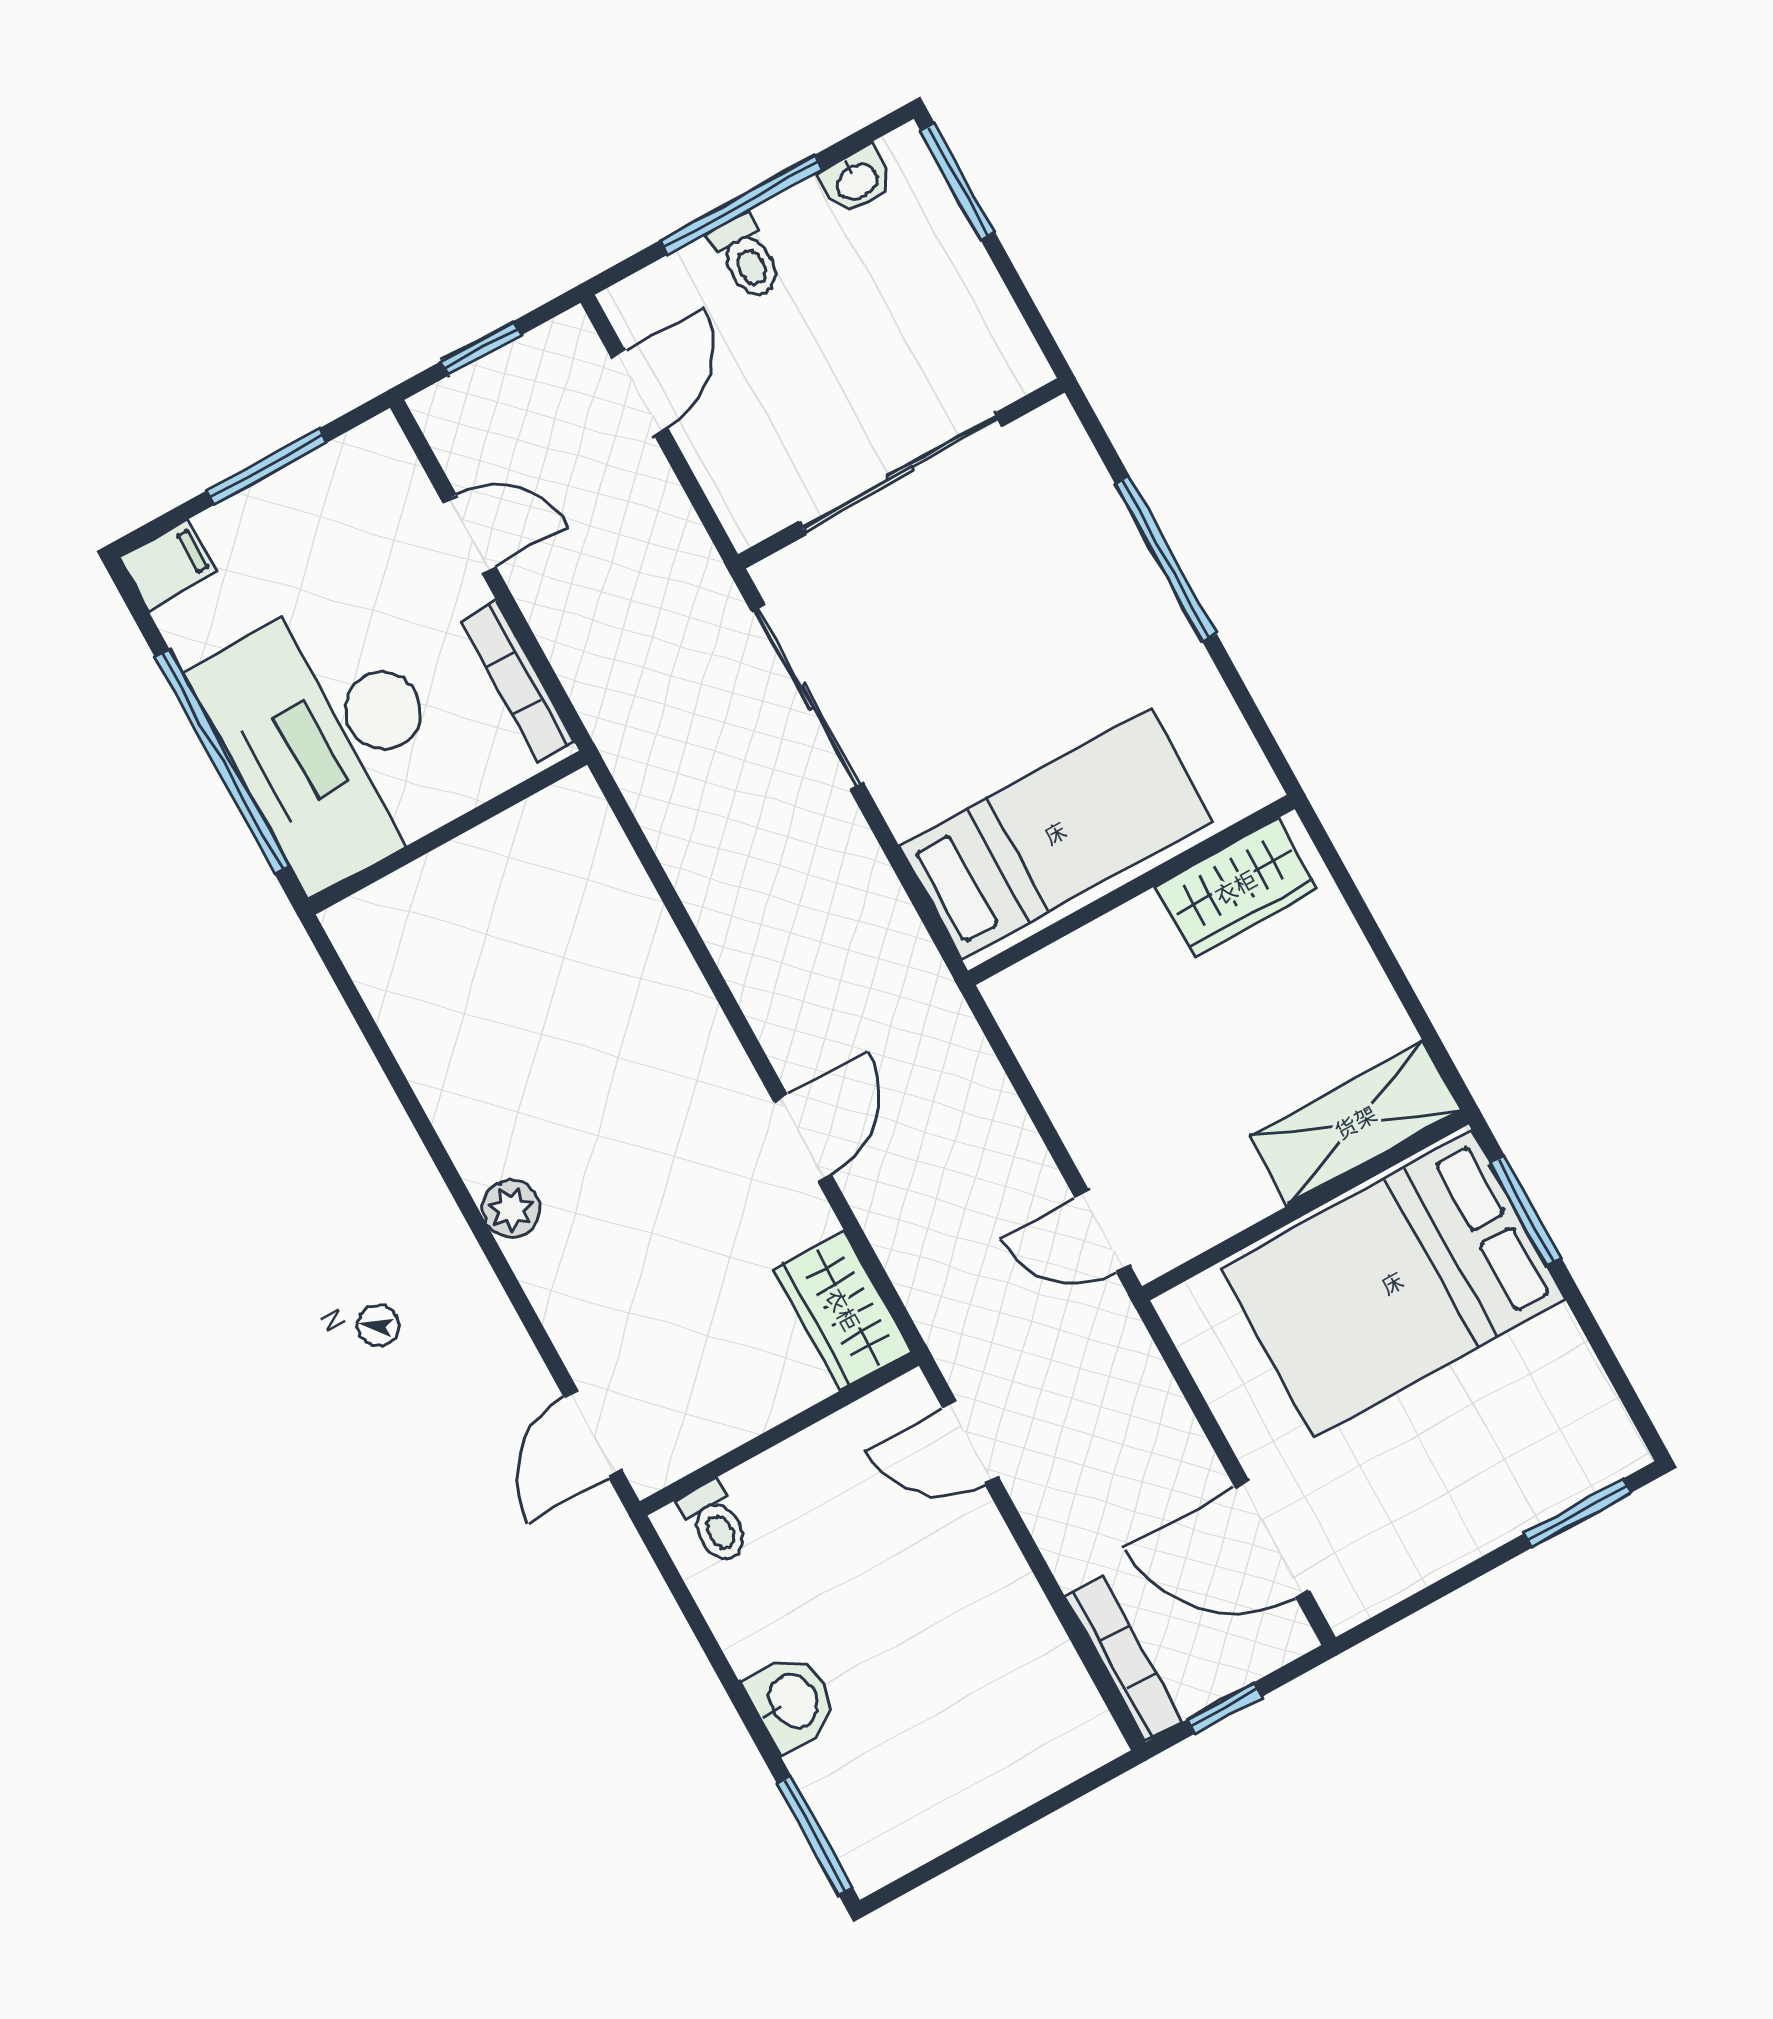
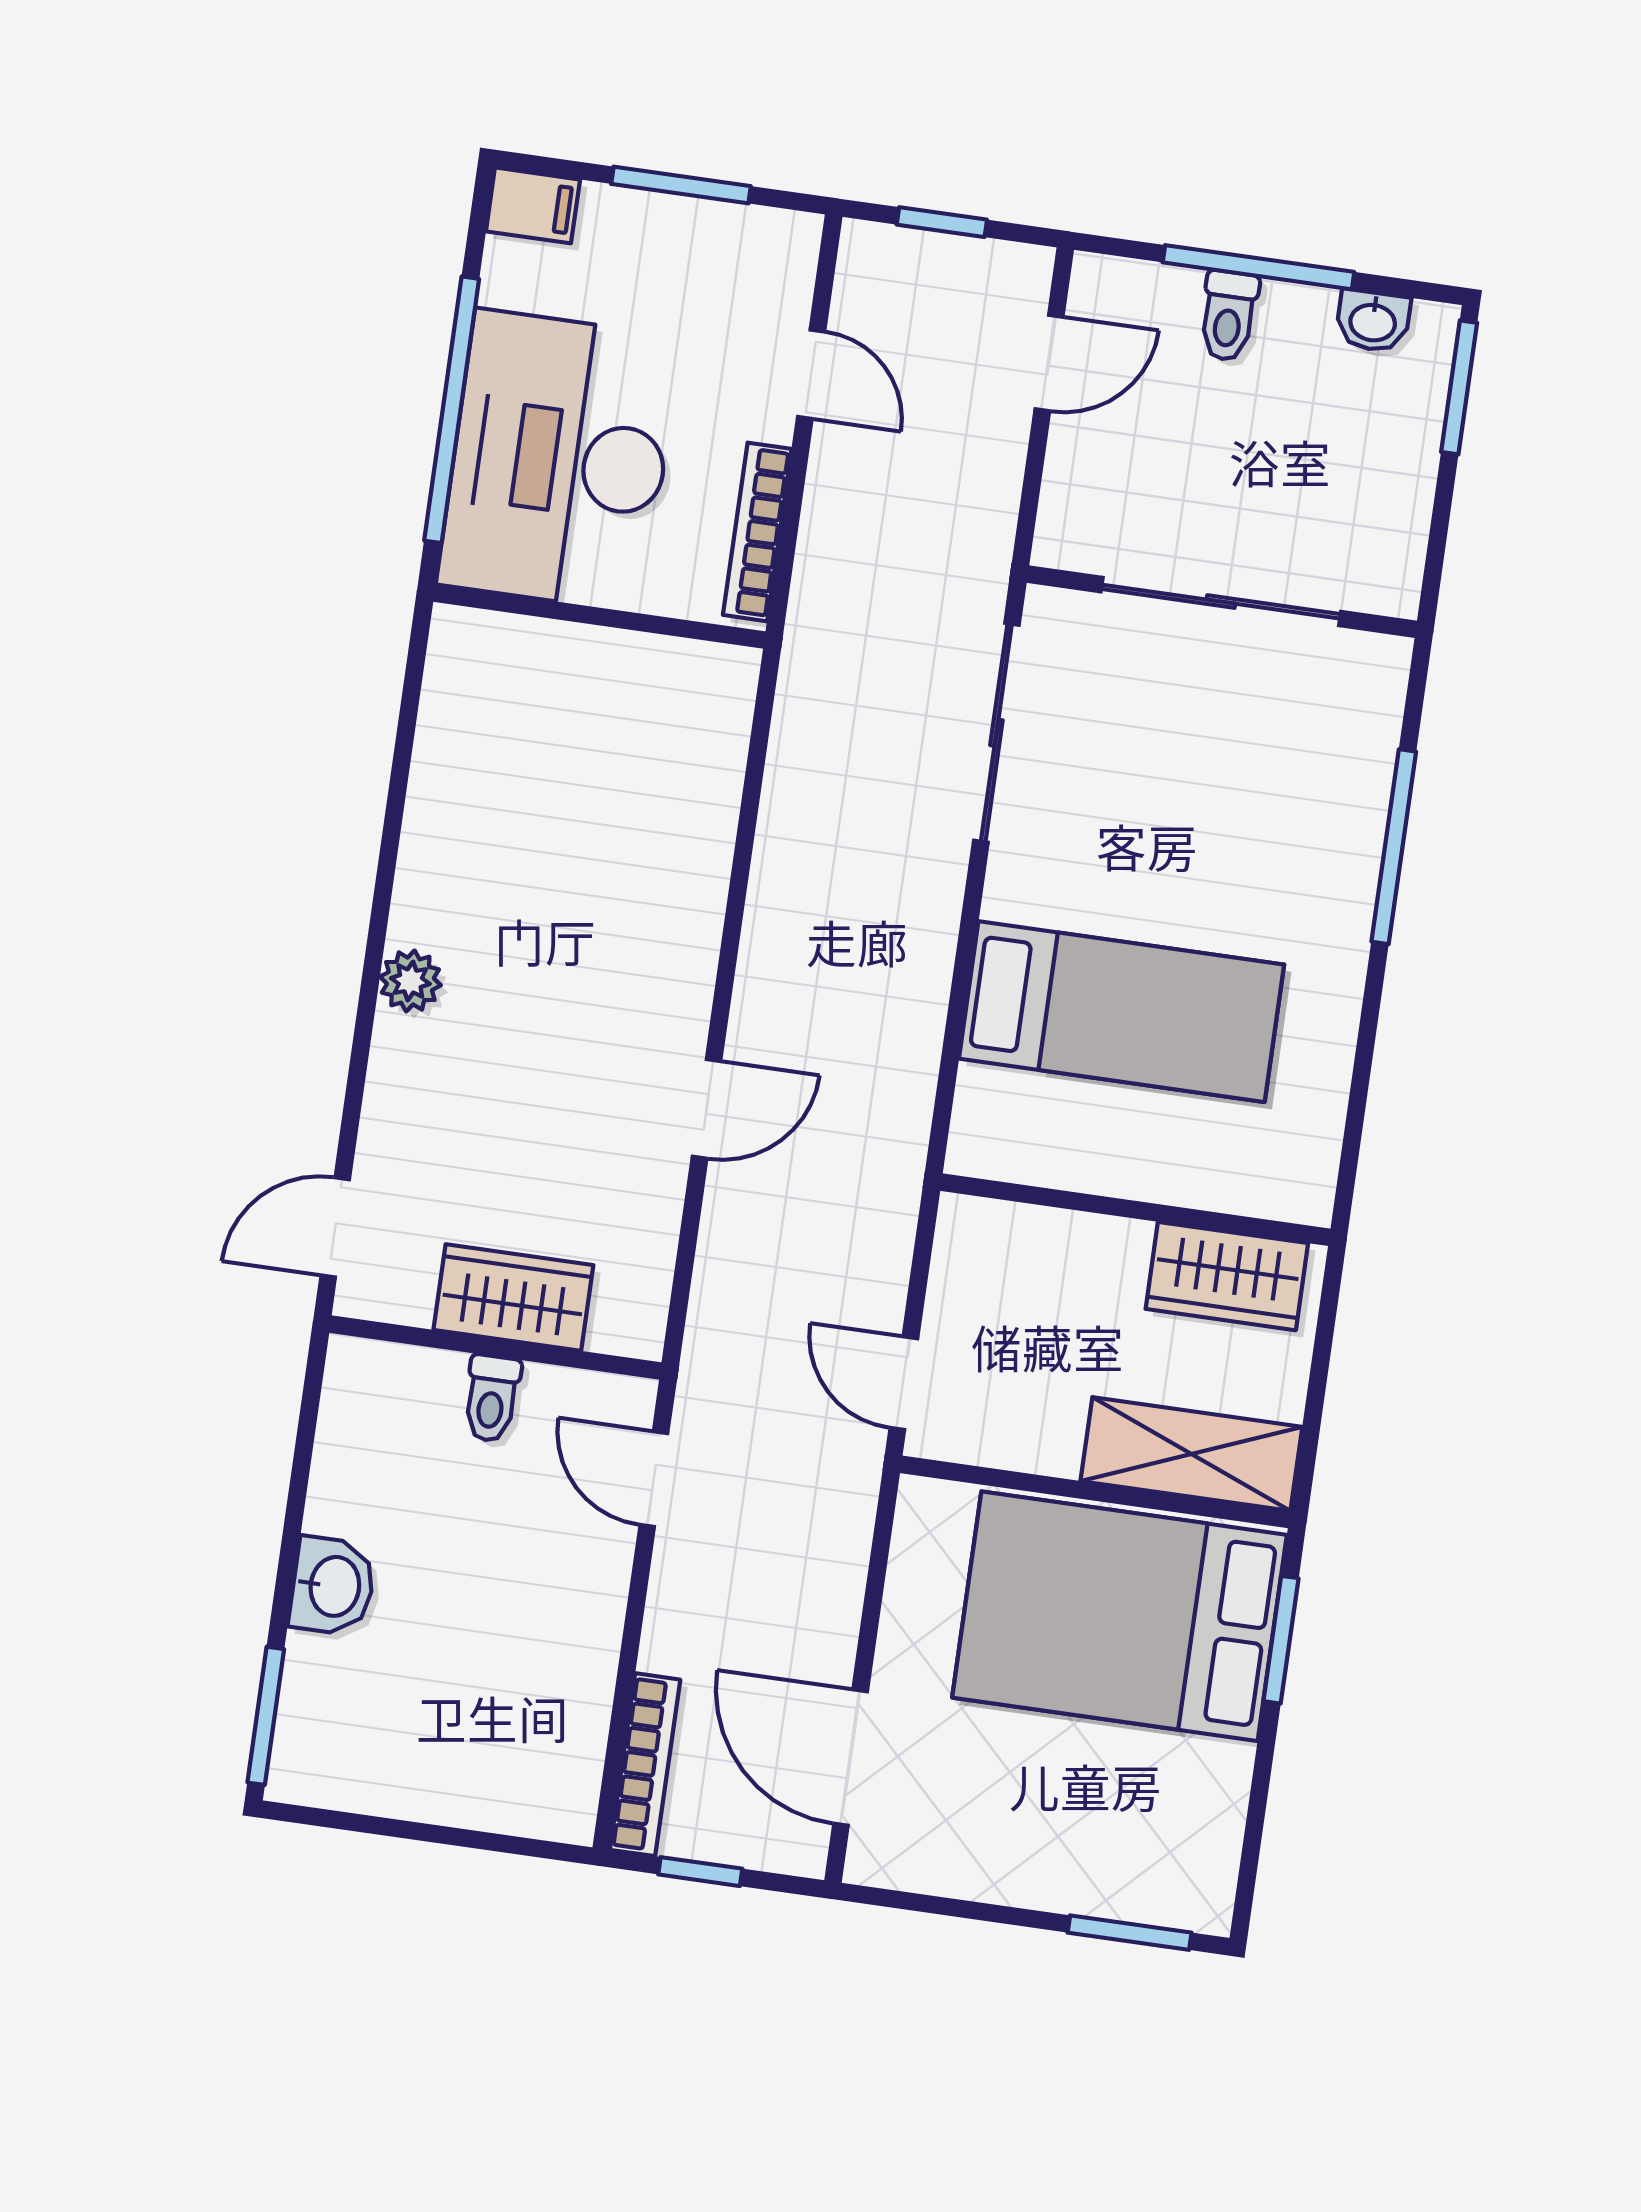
wardrobe: (1236, 888) -> (1227, 1276), moved
wall: (1131, 890) -> (1135, 1210), moved
wardrobe: (842, 1310) -> (513, 1298), moved, turned 90
toilet: (715, 1523) -> (492, 1398), moved

